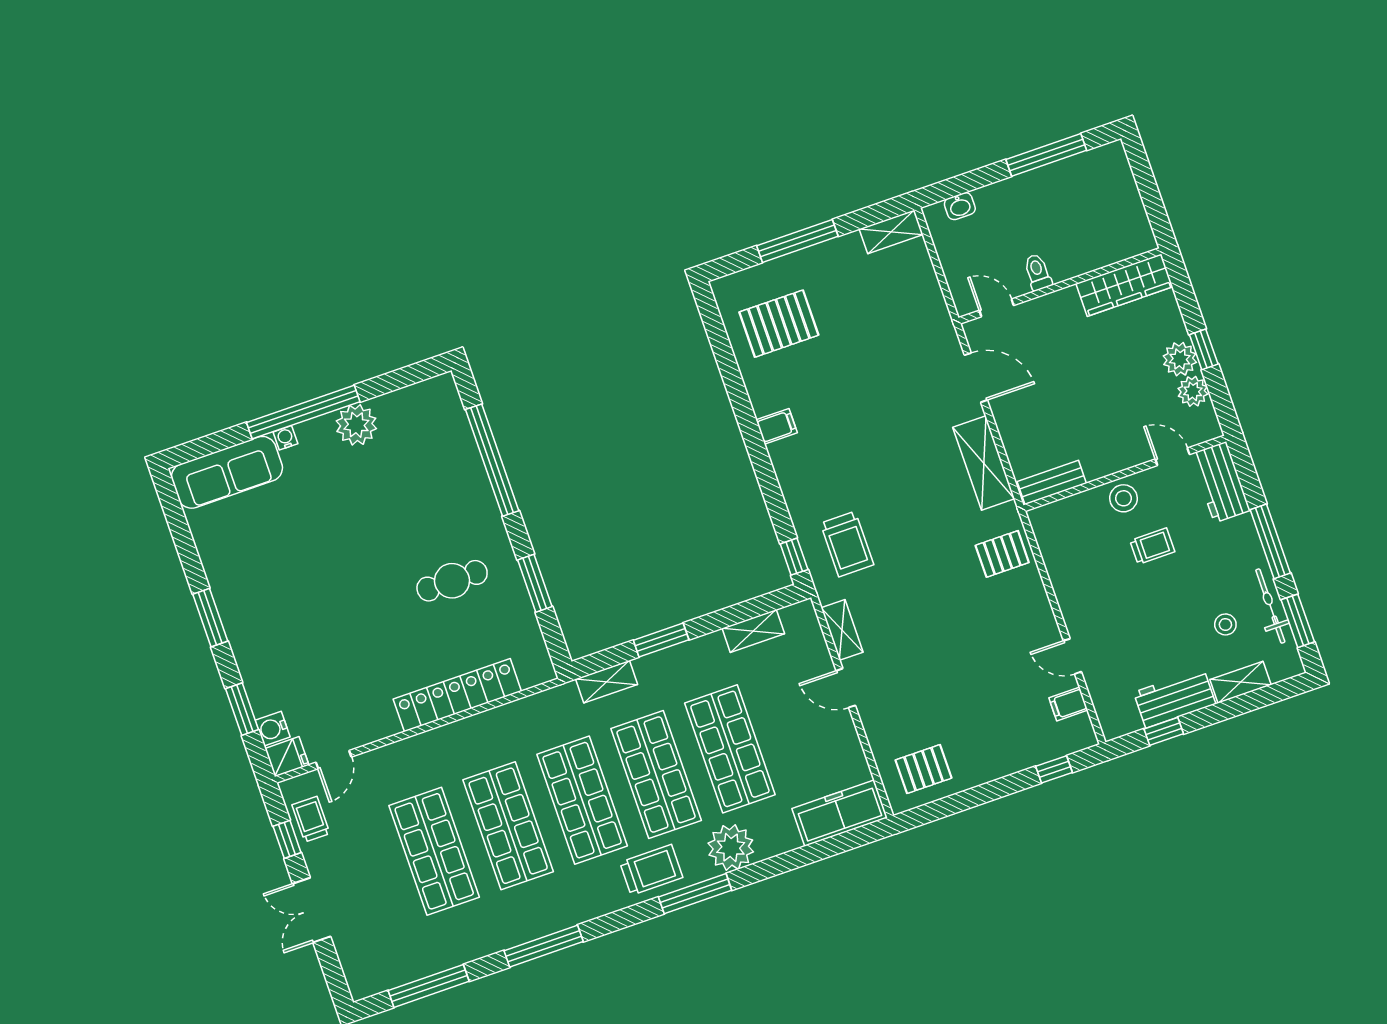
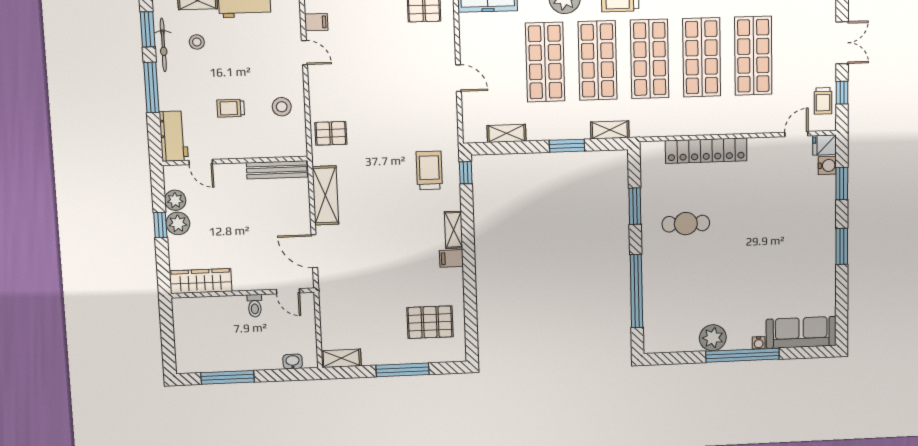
bench: (1052, 482) -> (277, 170), width x1.36
stool: (1123, 498) -> (282, 107), moved
shelving: (842, 630) -> (454, 230), moved

